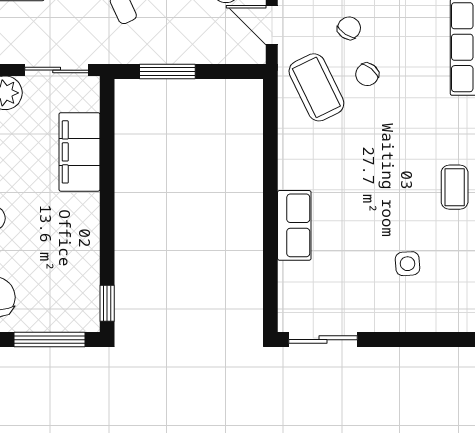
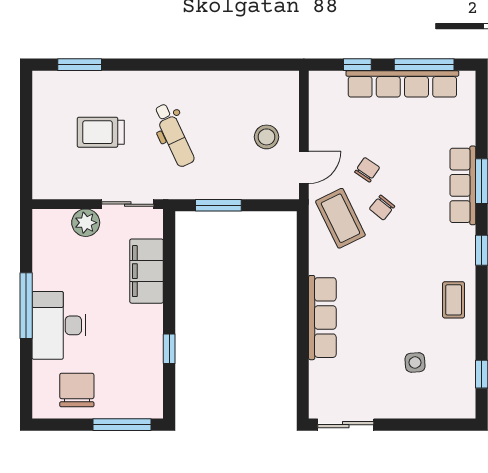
door: (272, 25) -> (304, 167), swing flipped
row of seats: (294, 225) -> (322, 318), width x1.48
window: (107, 303) -> (169, 349), moved

